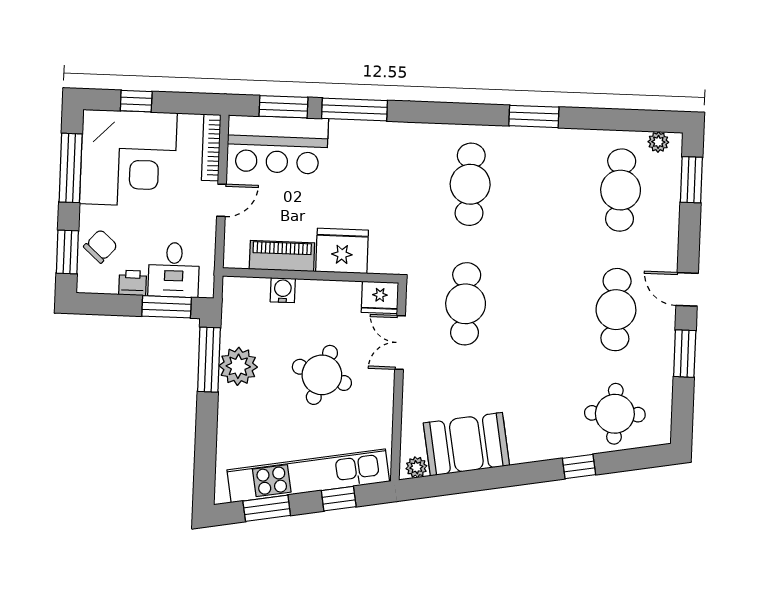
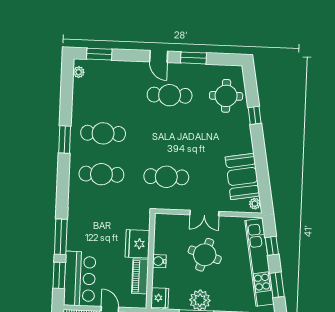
cafe table: (621, 190) -> (103, 133), moved
door: (687, 289) -> (159, 57), hinge flipped
water cooler: (283, 290) -> (159, 261), moved
fridge: (380, 297) -> (160, 298), moved
double door: (400, 343) -> (204, 213), moved

